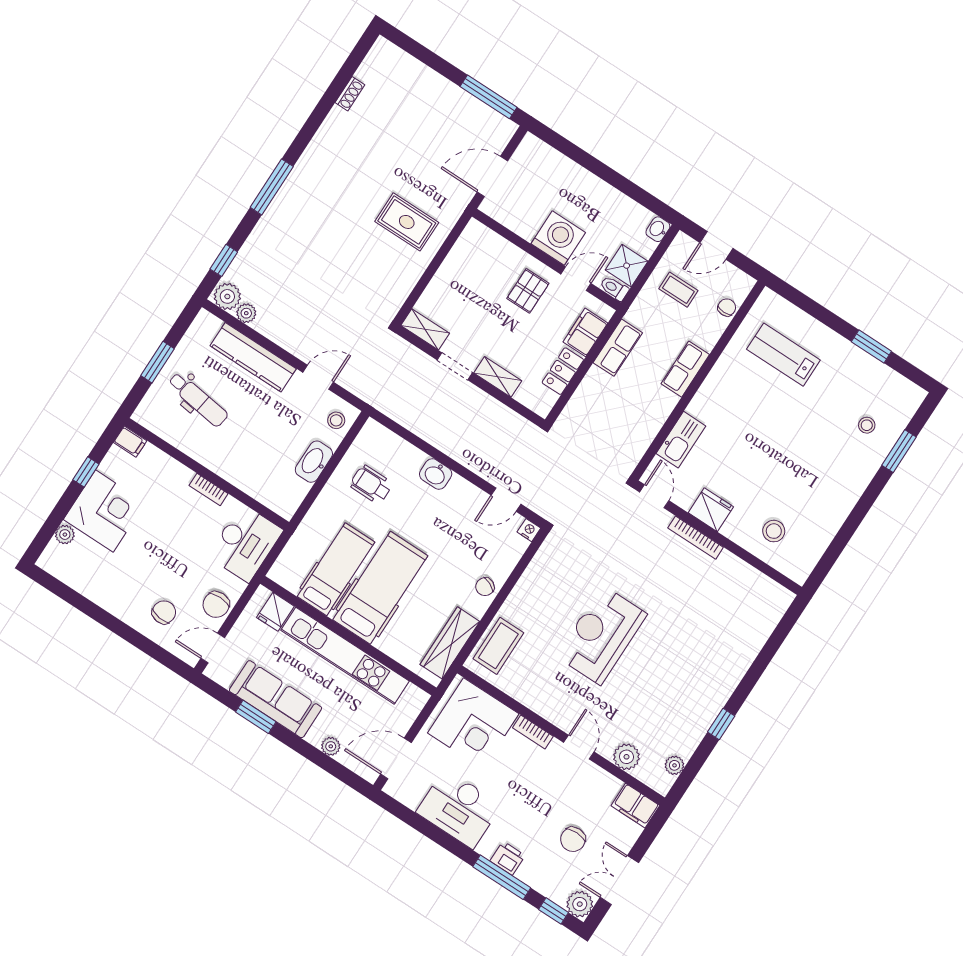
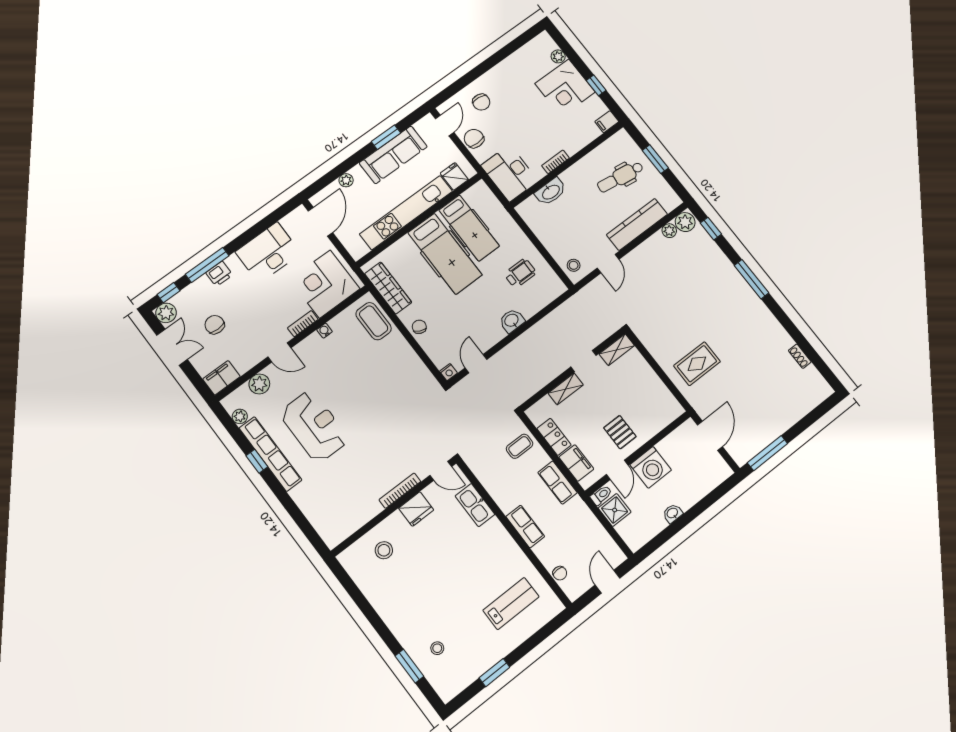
washbasin: (658, 229) -> (673, 513), moved, turned -90
coffee table: (678, 290) -> (520, 446), moved
washbasin: (314, 462) -> (551, 192), moved, turned 90
reception desk: (602, 635) -> (314, 426), moved
water cooler: (532, 702) -> (325, 331), added
row of seats: (707, 711) -> (270, 454), added

